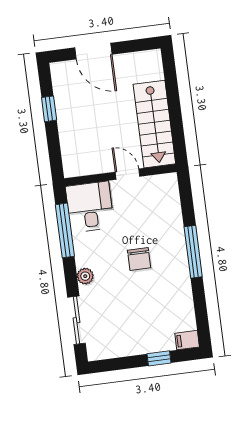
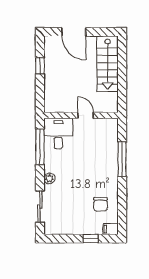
stairs: (154, 124) -> (108, 64), moved
window: (193, 252) -> (122, 159), moved
chair: (139, 259) -> (101, 204), moved

